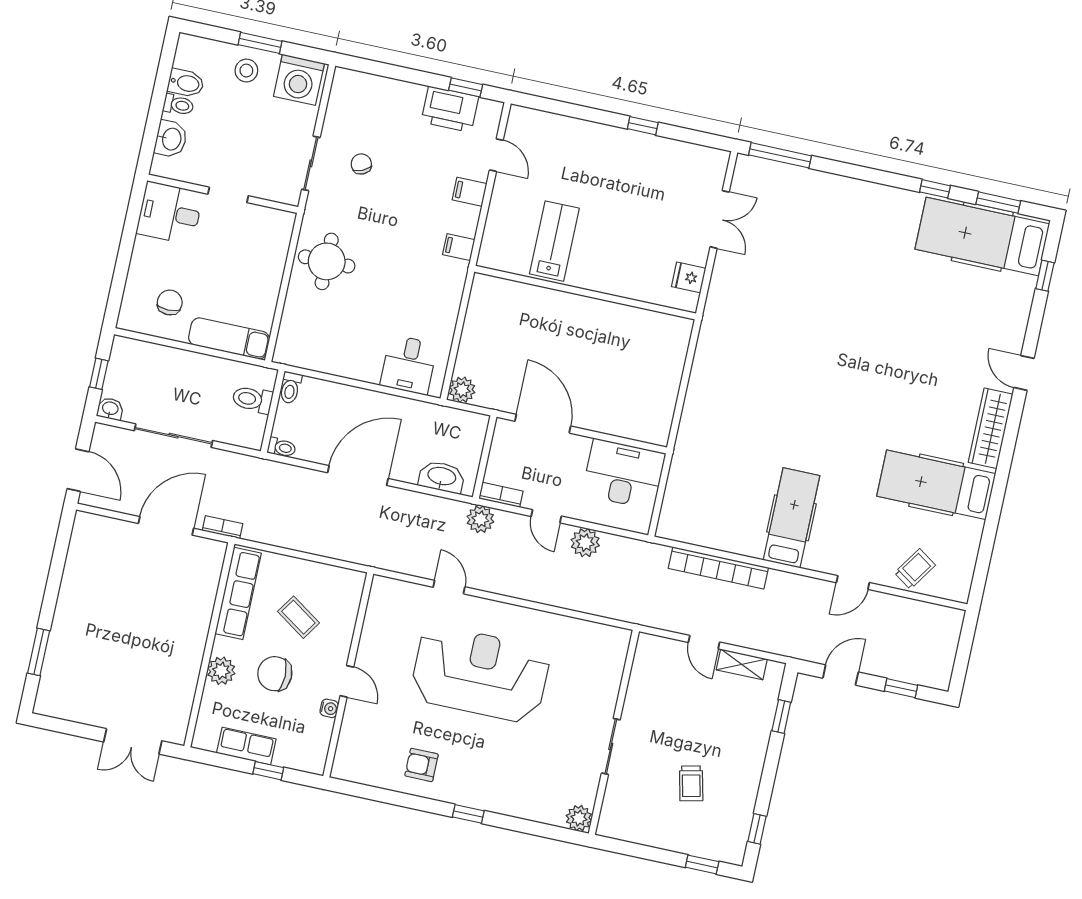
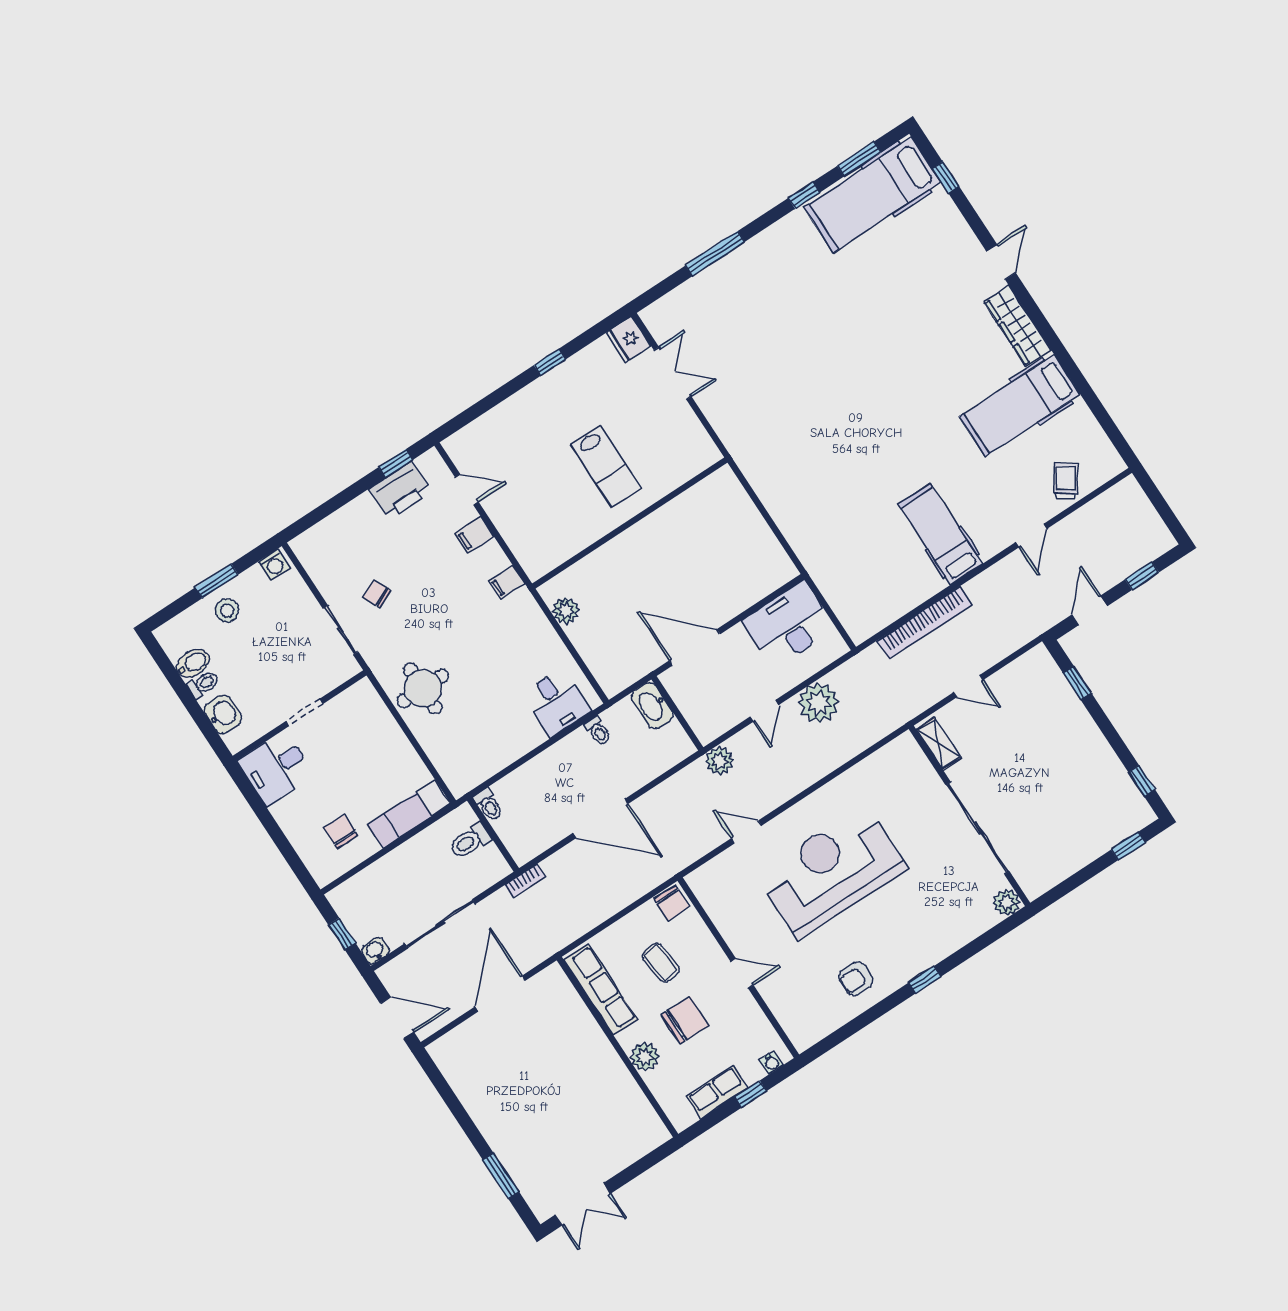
washing machine: (299, 80) -> (274, 565), width x0.53, depth x0.53
window: (780, 155) -> (715, 254), moved
lab bench: (554, 241) -> (606, 467), moved, turned 180
fridge: (689, 277) -> (628, 339), moved, width x1.38
door: (1024, 373) -> (1001, 262), swing flipped
plant: (462, 390) -> (566, 611), moved
toilet: (282, 447) -> (598, 731), moved, turned 90
door: (358, 476) -> (601, 818), swing flipped
washbasin: (442, 477) -> (652, 705), moved, turned -90
bookcase: (501, 495) -> (717, 728), removed
door: (546, 516) -> (764, 711), hinge flipped
bookcase: (223, 527) -> (525, 881), moved, turned 180
plant: (585, 543) -> (819, 703), width x1.36, depth x1.36
chair: (348, 584) -> (672, 903), added
coffee table: (298, 617) -> (661, 963), turned 50
shelving: (742, 664) -> (939, 744), moved, turned 90
chair: (275, 674) -> (685, 1020), turned 180
water cooler: (329, 708) -> (771, 1063), moved, turned 90
double door: (133, 741) -> (583, 1204), moved
sliding door: (611, 746) -> (977, 828), width x1.86
trolley: (691, 783) -> (1062, 796), removed

